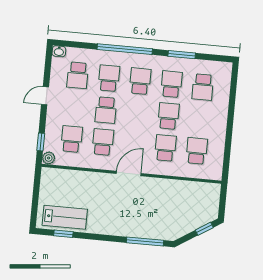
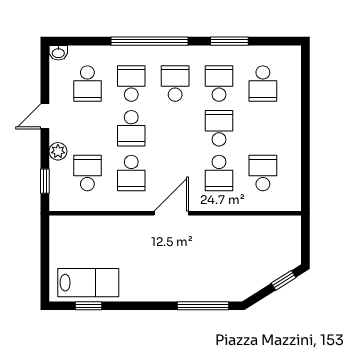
school desk: (103, 142) -> (131, 173), turned 180
school desk: (165, 148) -> (219, 173), turned 180
plant: (49, 158) -> (58, 151), moved

